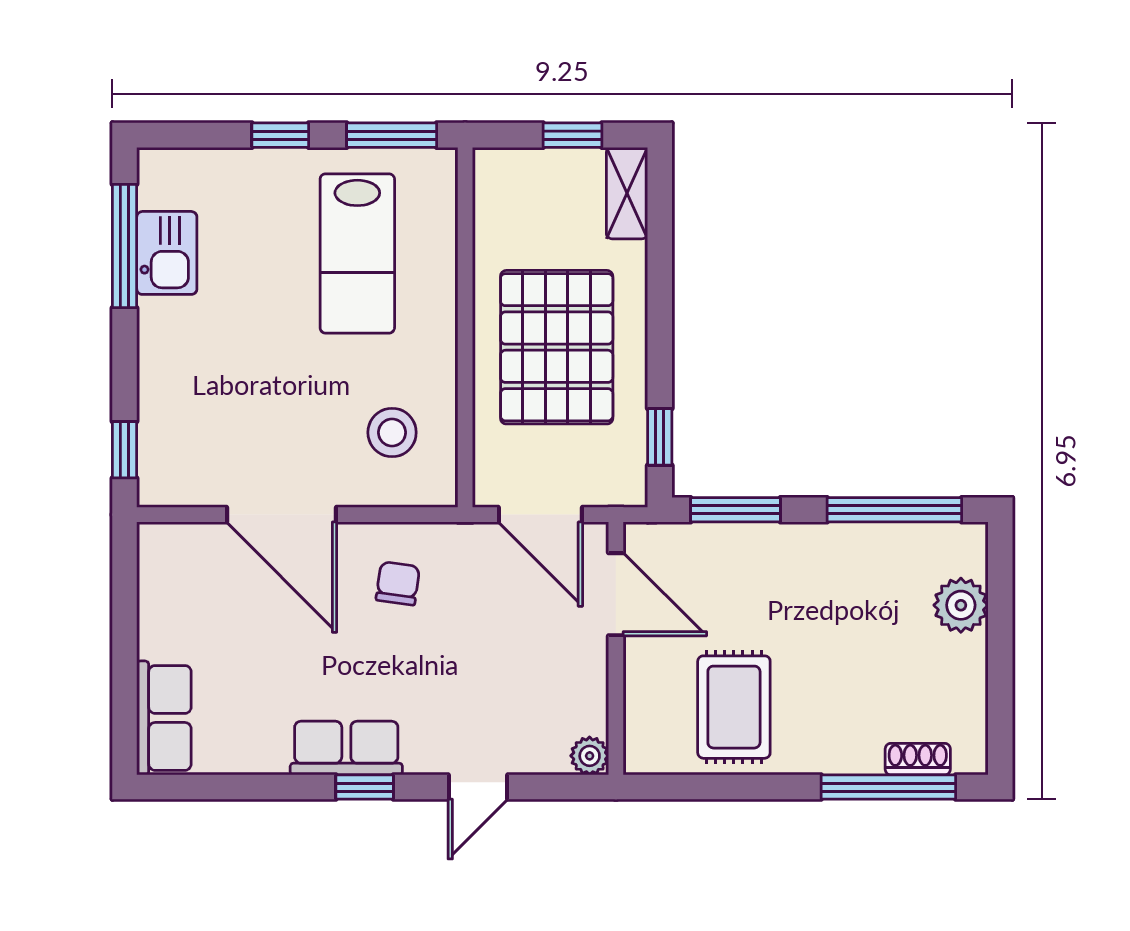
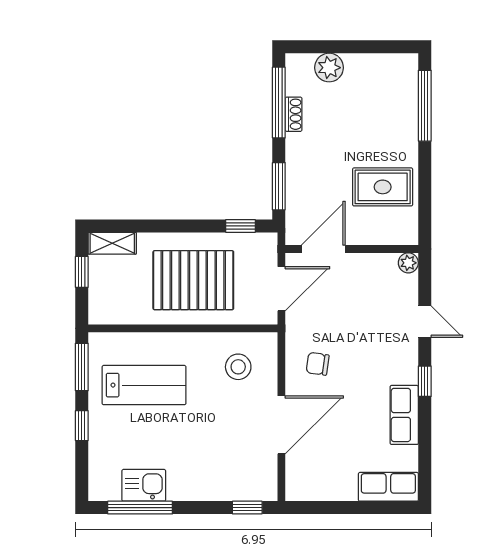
row of seats: (346, 748) -> (404, 415), moved
shoe rack: (918, 759) -> (294, 114), moved, turned 180

